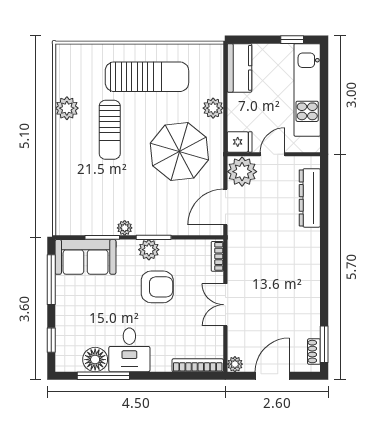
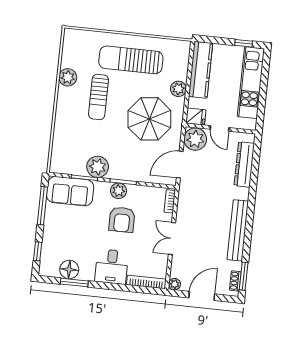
kitchen counter: (239, 68) -> (201, 70), width x1.50
sun lounger: (147, 77) -> (131, 60), turned 180
door: (273, 154) -> (220, 128), swing flipped
plant: (125, 228) -> (98, 167), width x1.88, depth x1.88
bench: (310, 285) -> (238, 230), added
armchair: (157, 287) -> (122, 220), turned 90
desk: (129, 350) -> (112, 267), moved
window: (103, 376) -> (74, 282), width x0.69

